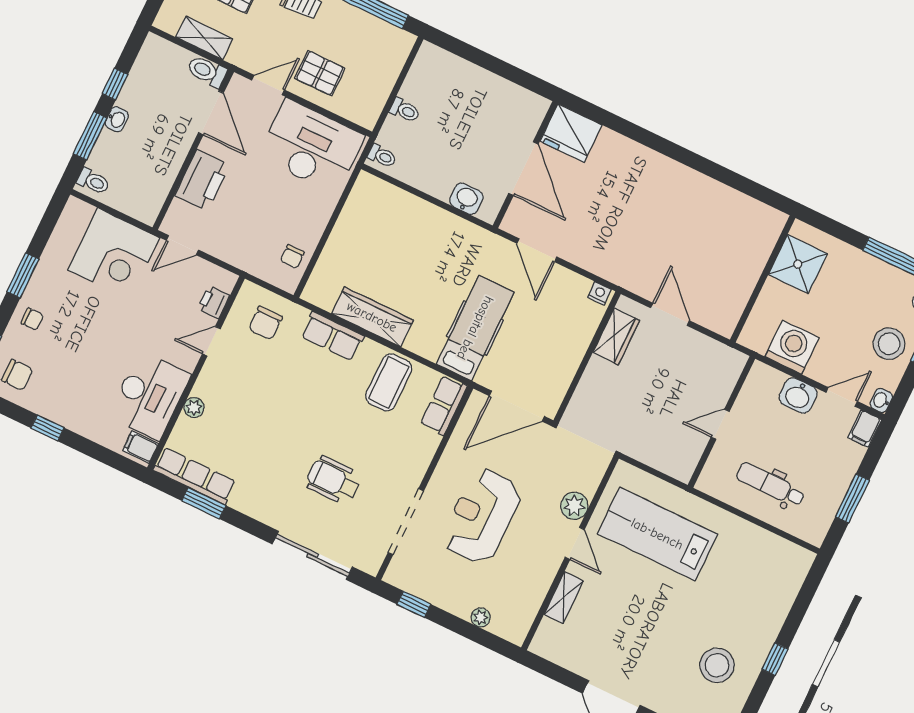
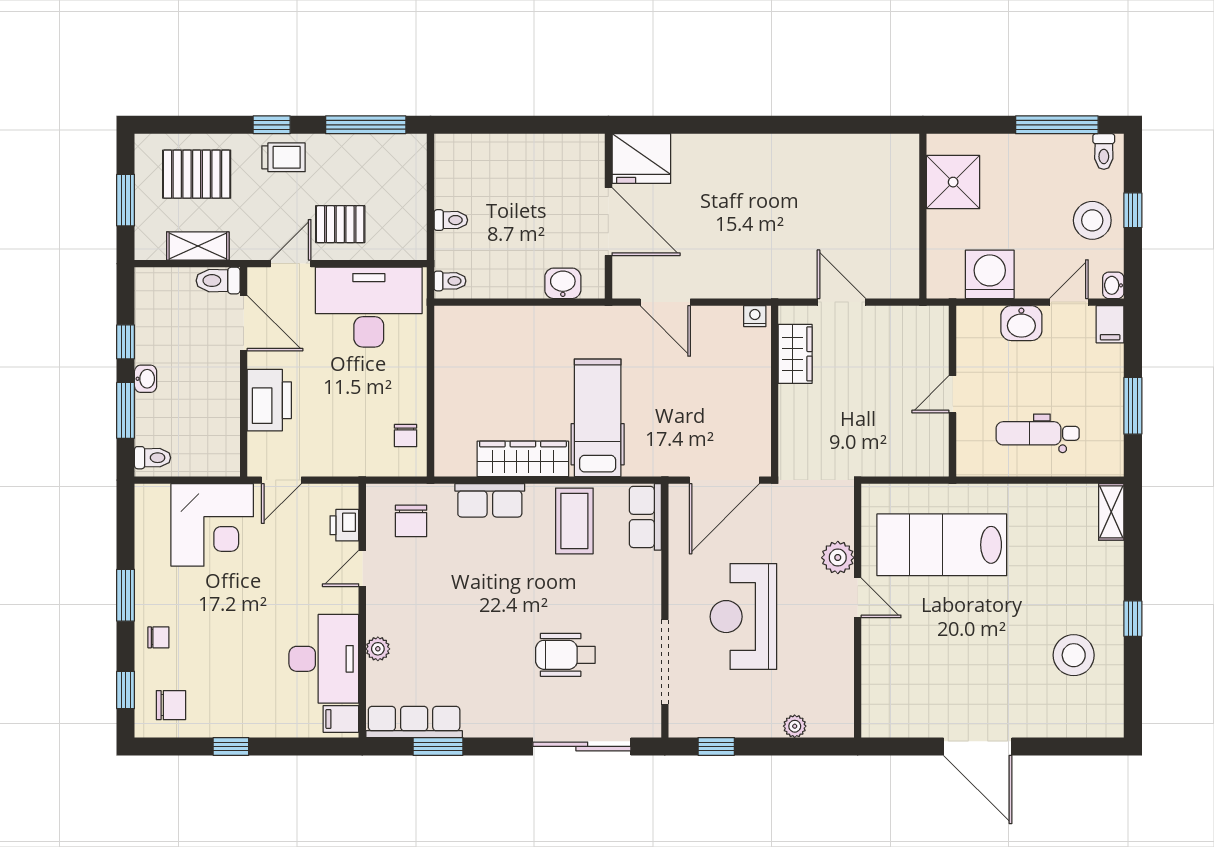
hospital bed: (475, 328) -> (598, 418), moved
shelving: (564, 598) -> (1111, 512), moved

